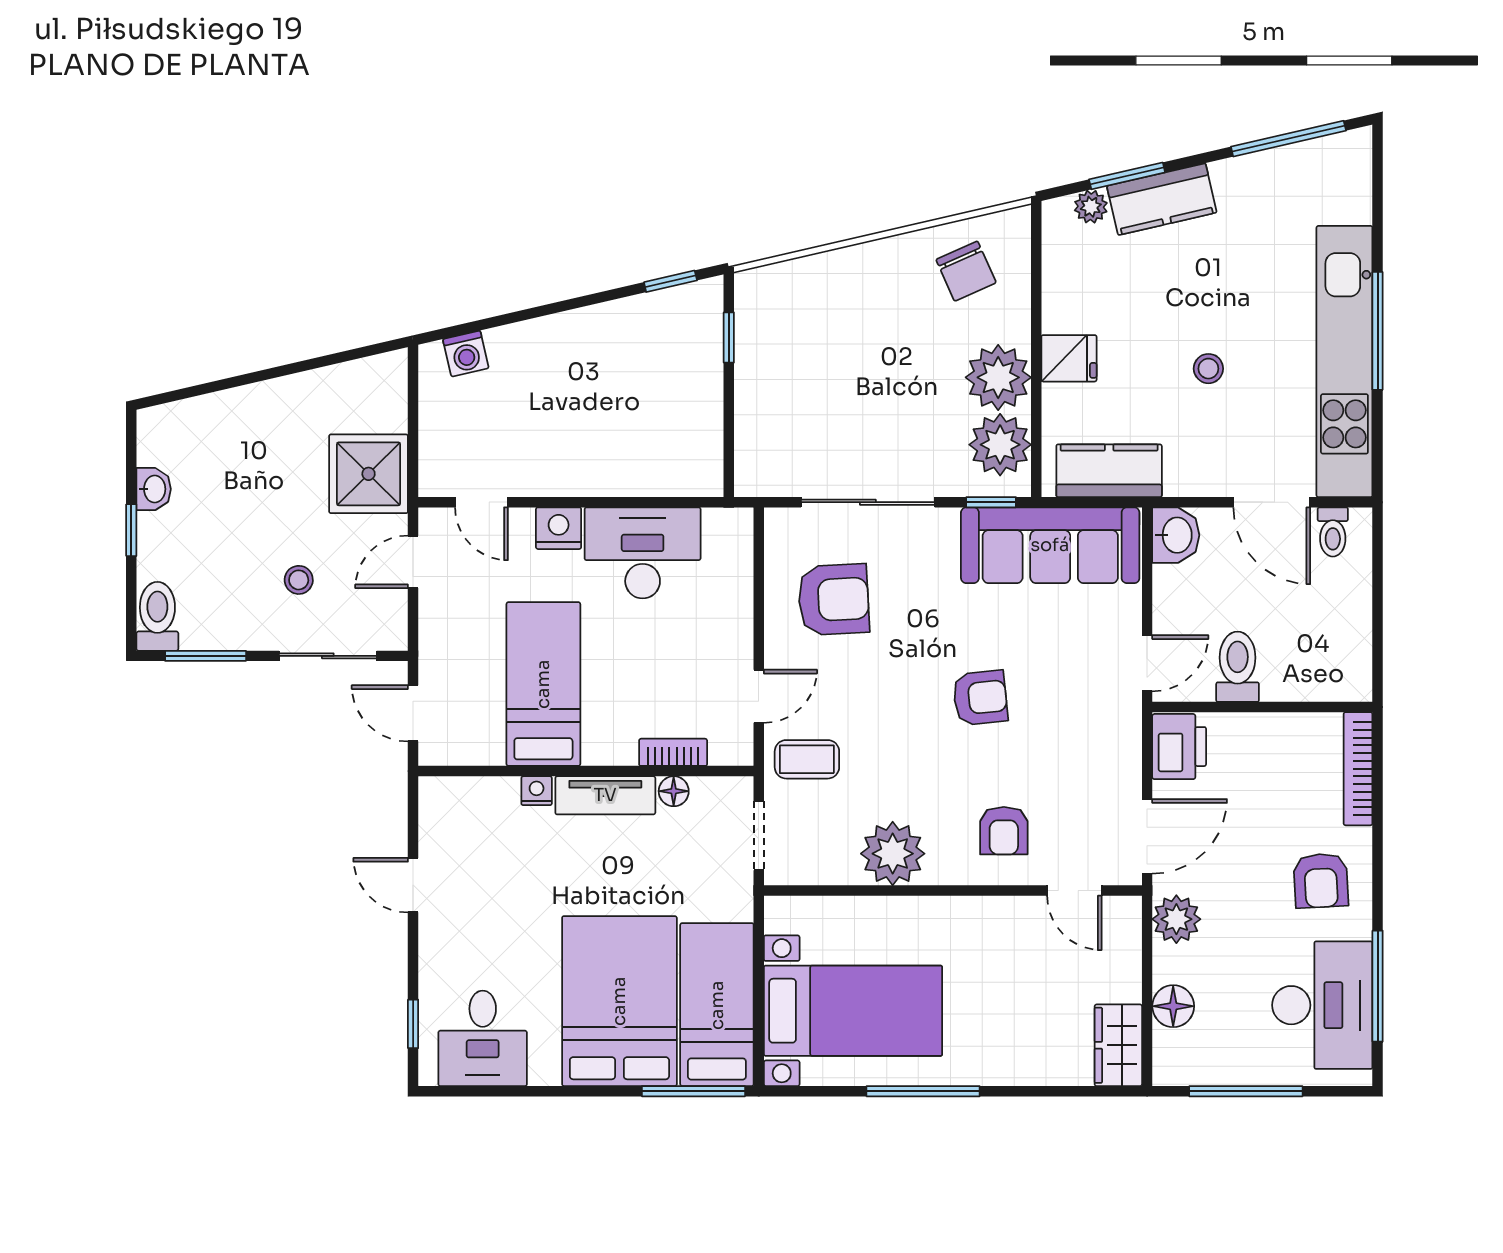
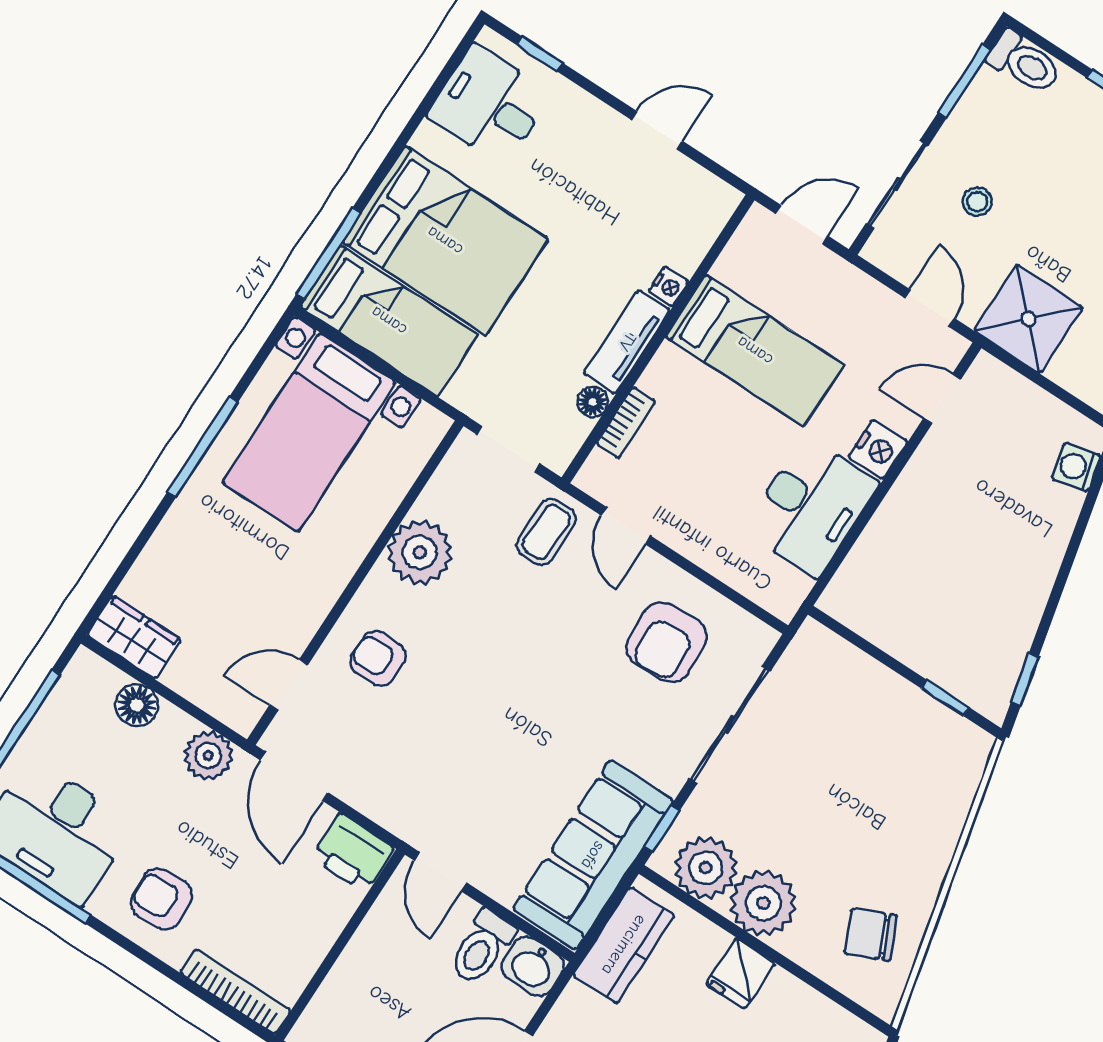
toilet: (1238, 667) -> (482, 947), moved, turned 90
armchair: (980, 698) -> (503, 712), removed

